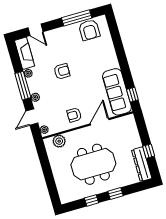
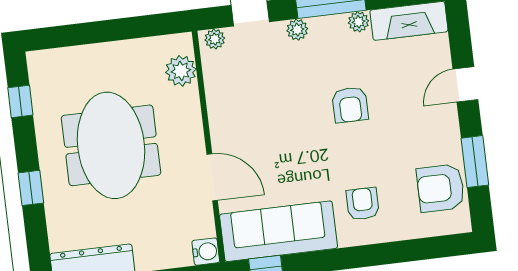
window: (77, 18) -> (475, 162), width x0.69
door: (36, 30) -> (465, 84), moved
armchair: (74, 115) -> (363, 204), moved
water cooler: (130, 120) -> (206, 252), added
window: (91, 200) -> (20, 101), moved

